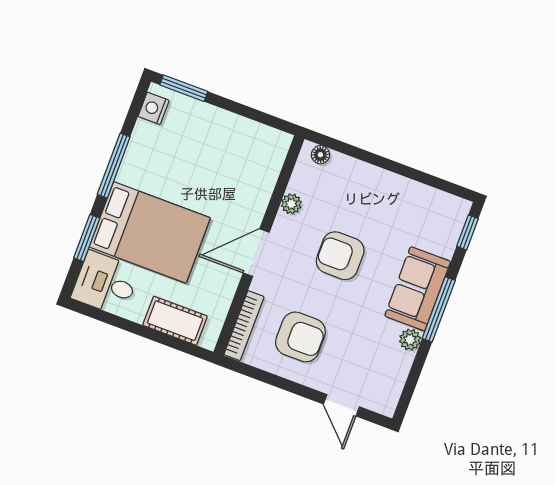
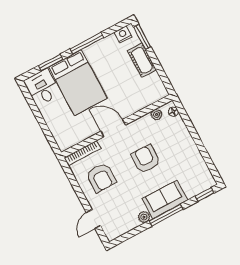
plant: (291, 204) -> (157, 115), moved
cot: (175, 321) -> (142, 60), moved

